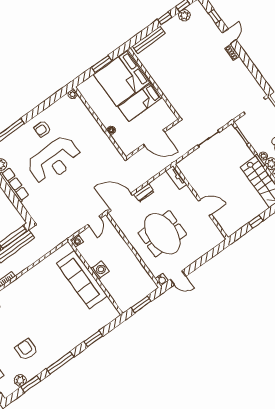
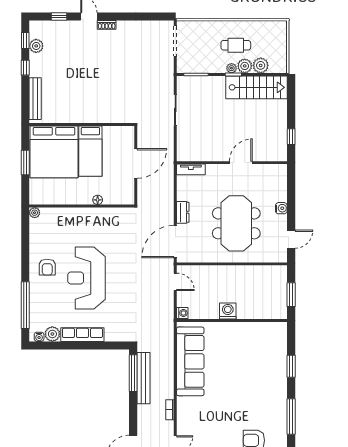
reception desk: (54, 160) -> (86, 278), turned 180
window: (256, 222) -> (291, 137), moved
meeting table: (162, 234) -> (236, 223), turned 90
sofa: (82, 280) -> (190, 361), moved, turned -90
water cooler: (162, 280) -> (281, 208), moved

